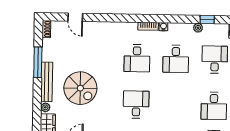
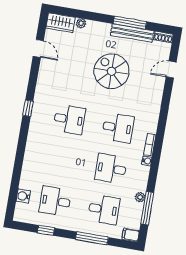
window: (207, 20) -> (147, 208), width x2.17
desk: (137, 58) -> (118, 128), turned 180
bench: (47, 82) -> (132, 33), moved
spiral stairs: (80, 88) -> (112, 71), moved, turned 90

